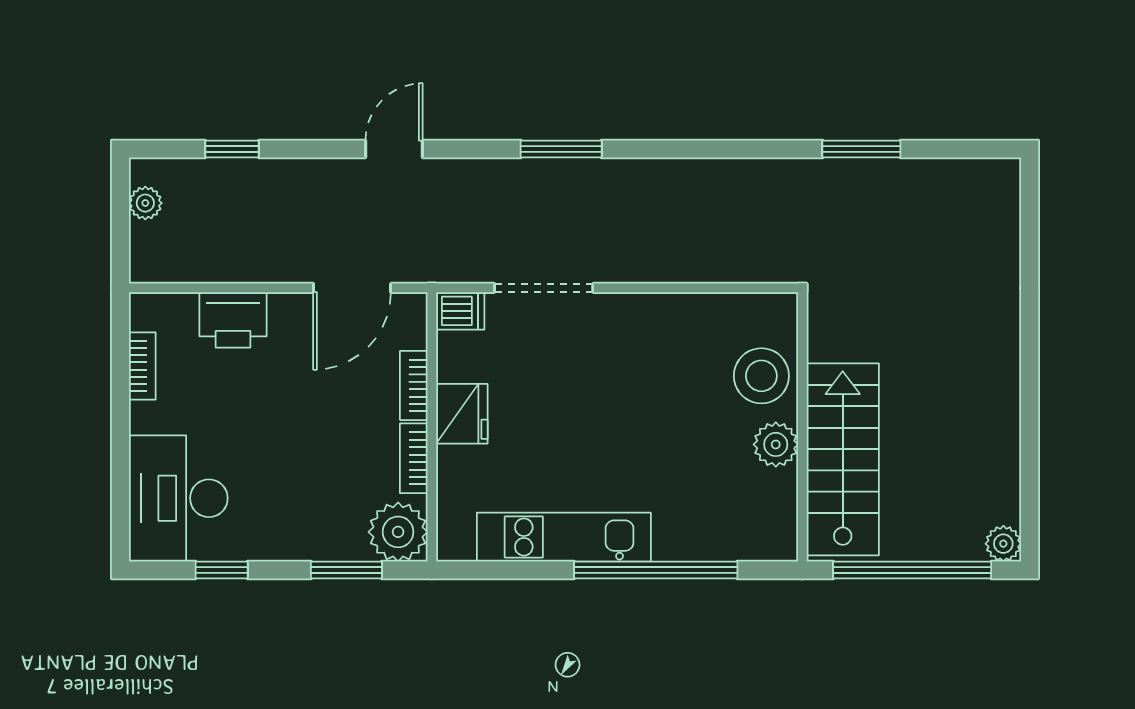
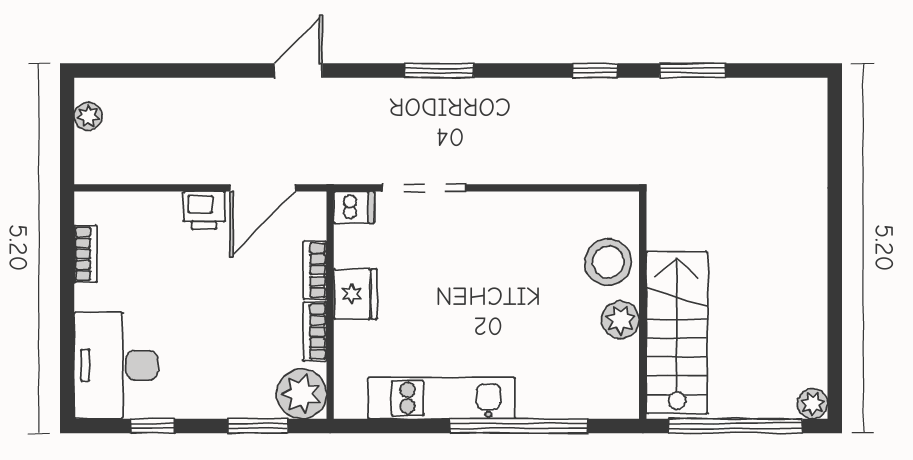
window: (232, 149) -> (595, 71), moved
printer: (233, 320) -> (204, 210), moved, width x0.73, depth x0.81

